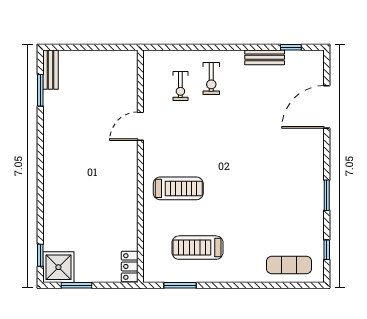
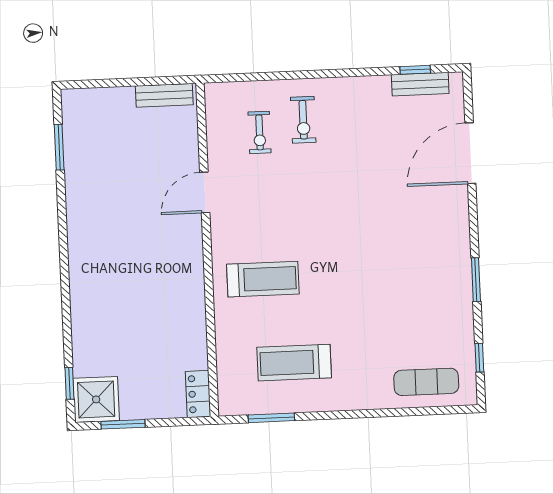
bench: (265, 57) -> (420, 84), moved
bench: (50, 70) -> (164, 95), moved, turned 90

